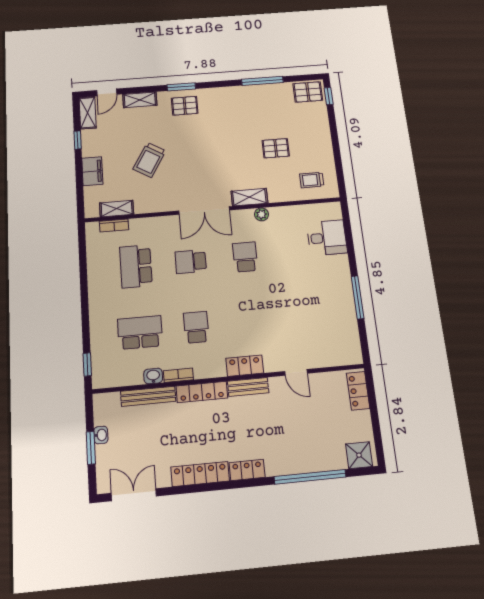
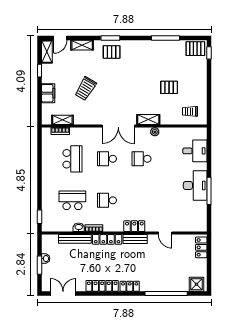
school desk: (245, 257) -> (142, 159), turned -90
school desk: (136, 266) -> (72, 159), turned 180
desk: (334, 291) -> (195, 185), added
school desk: (196, 327) -> (107, 200), turned -90

